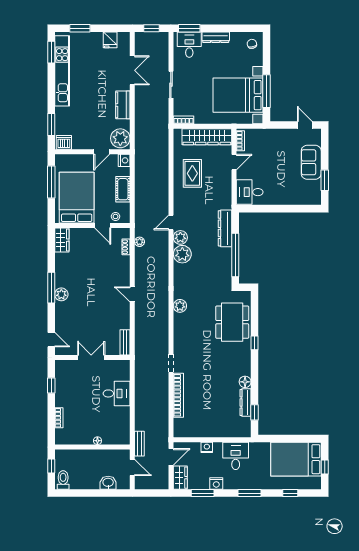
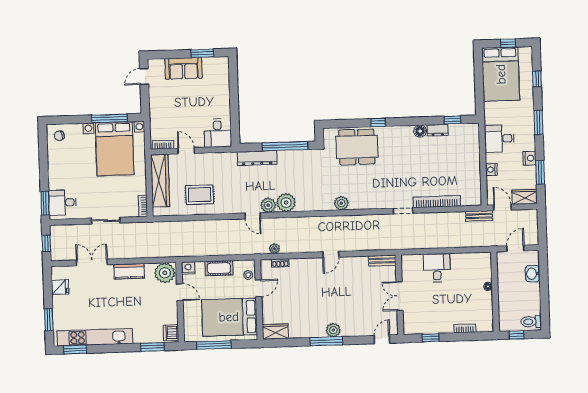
dresser: (216, 37) -> (54, 175), removed
dresser: (245, 402) -> (438, 130), width x0.70
bench: (139, 444) -> (479, 216), moved

